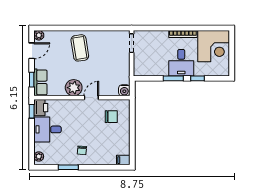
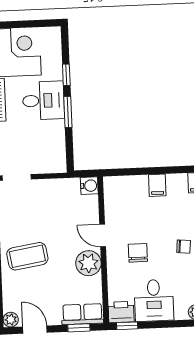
chair: (111, 117) -> (138, 253), moved
filing cabinet: (123, 135) -> (157, 185), added

